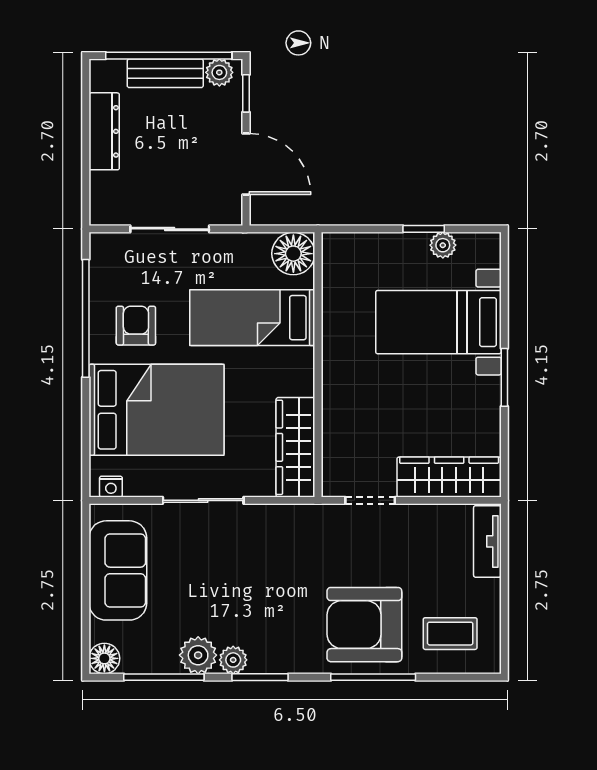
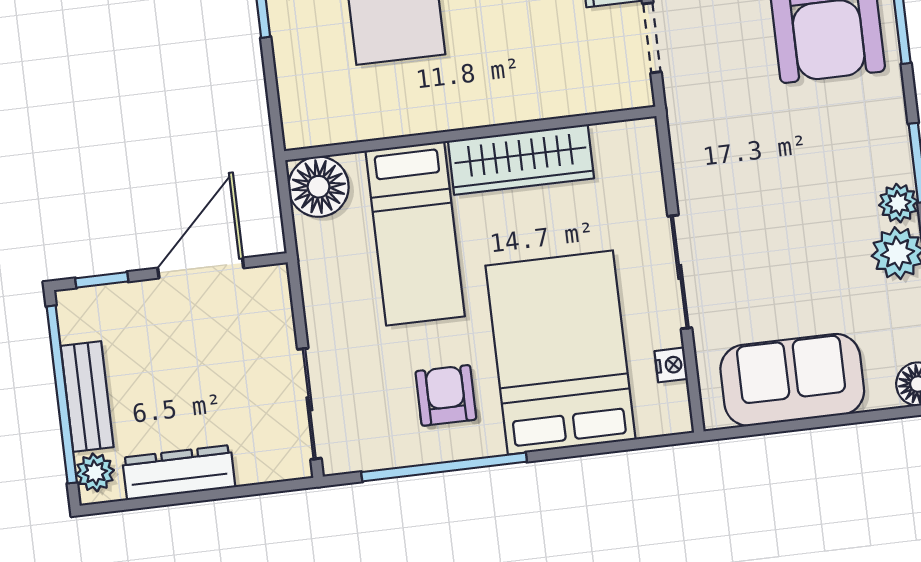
plant: (219, 72) -> (95, 472), moved
sliding door: (170, 229) -> (309, 404), moved
armchair: (136, 326) -> (446, 395), turned 90
wardrobe: (295, 447) -> (521, 160), moved
nightstand: (111, 487) -> (671, 365), moved

